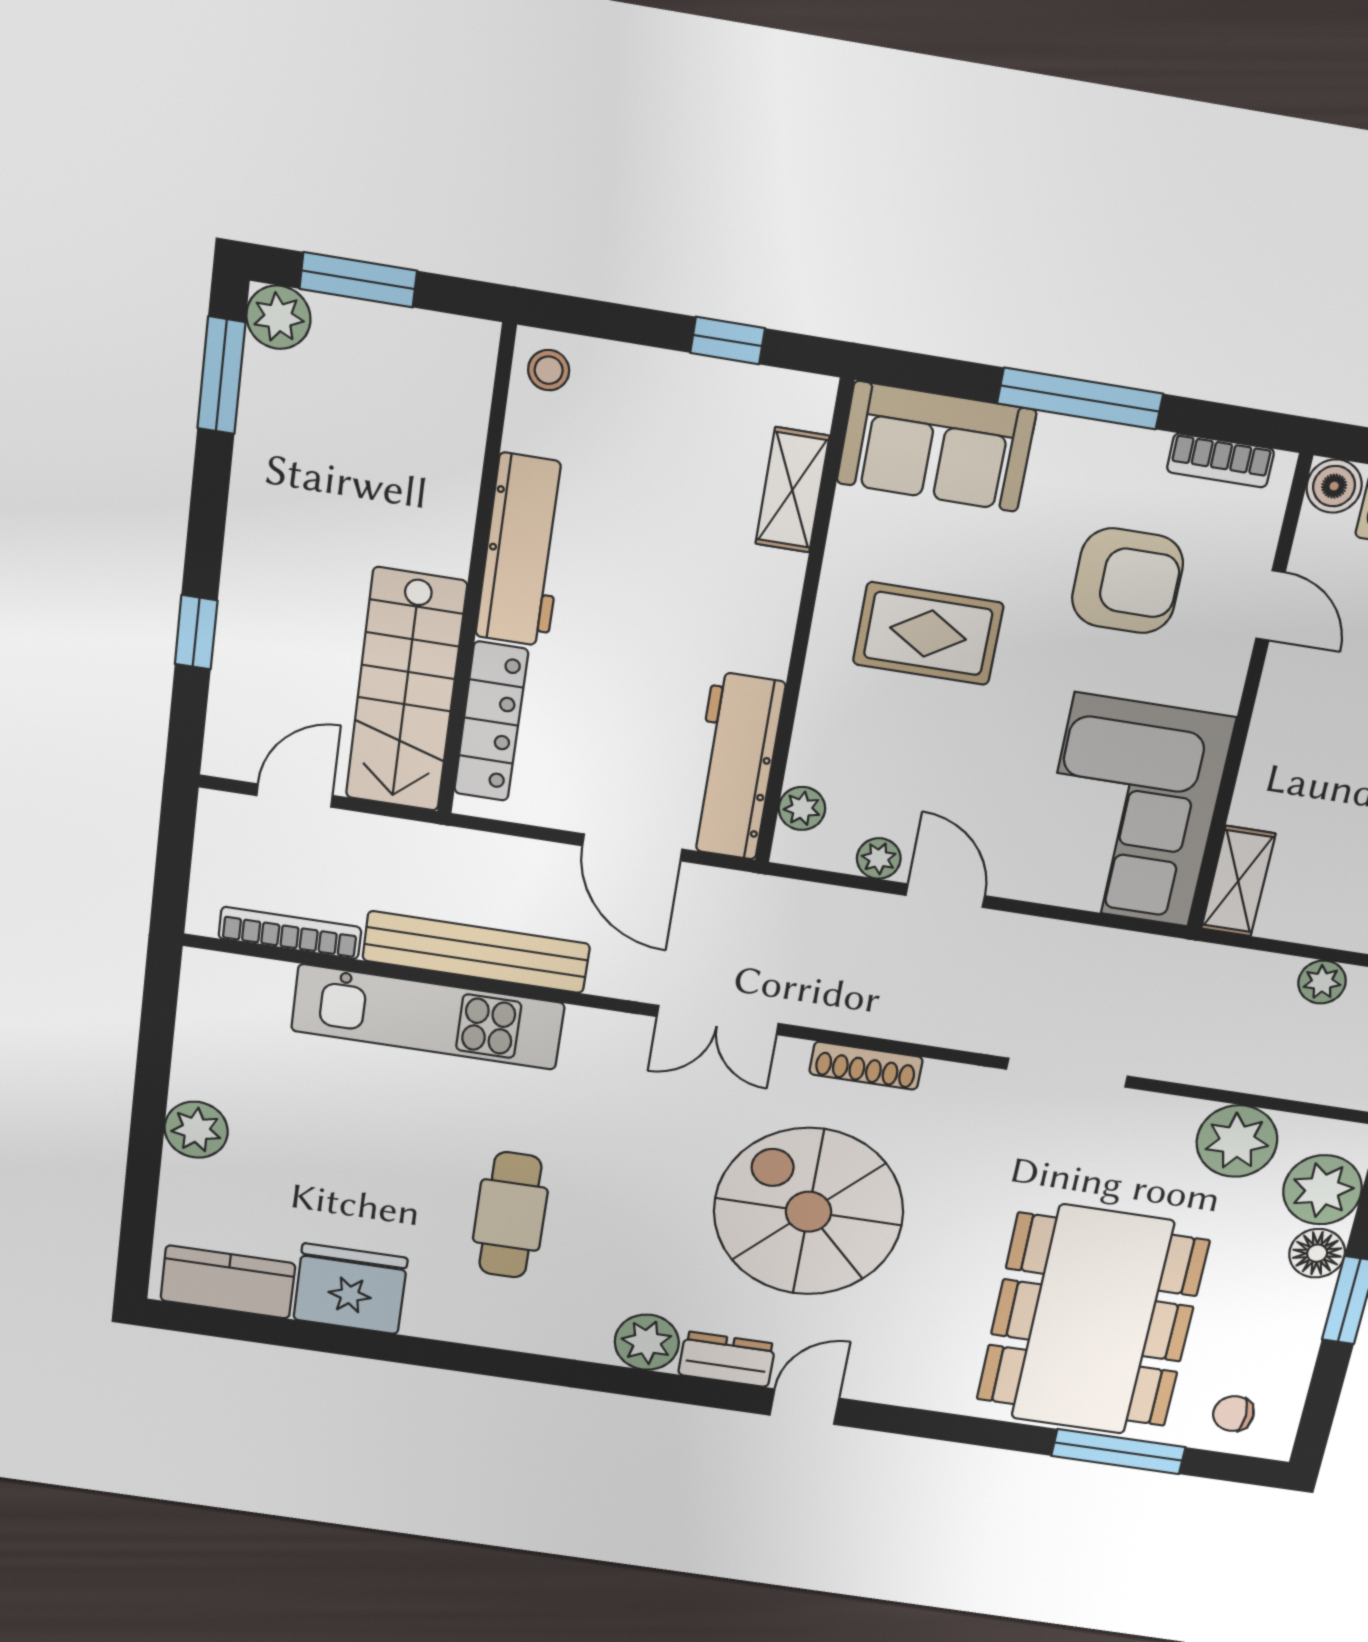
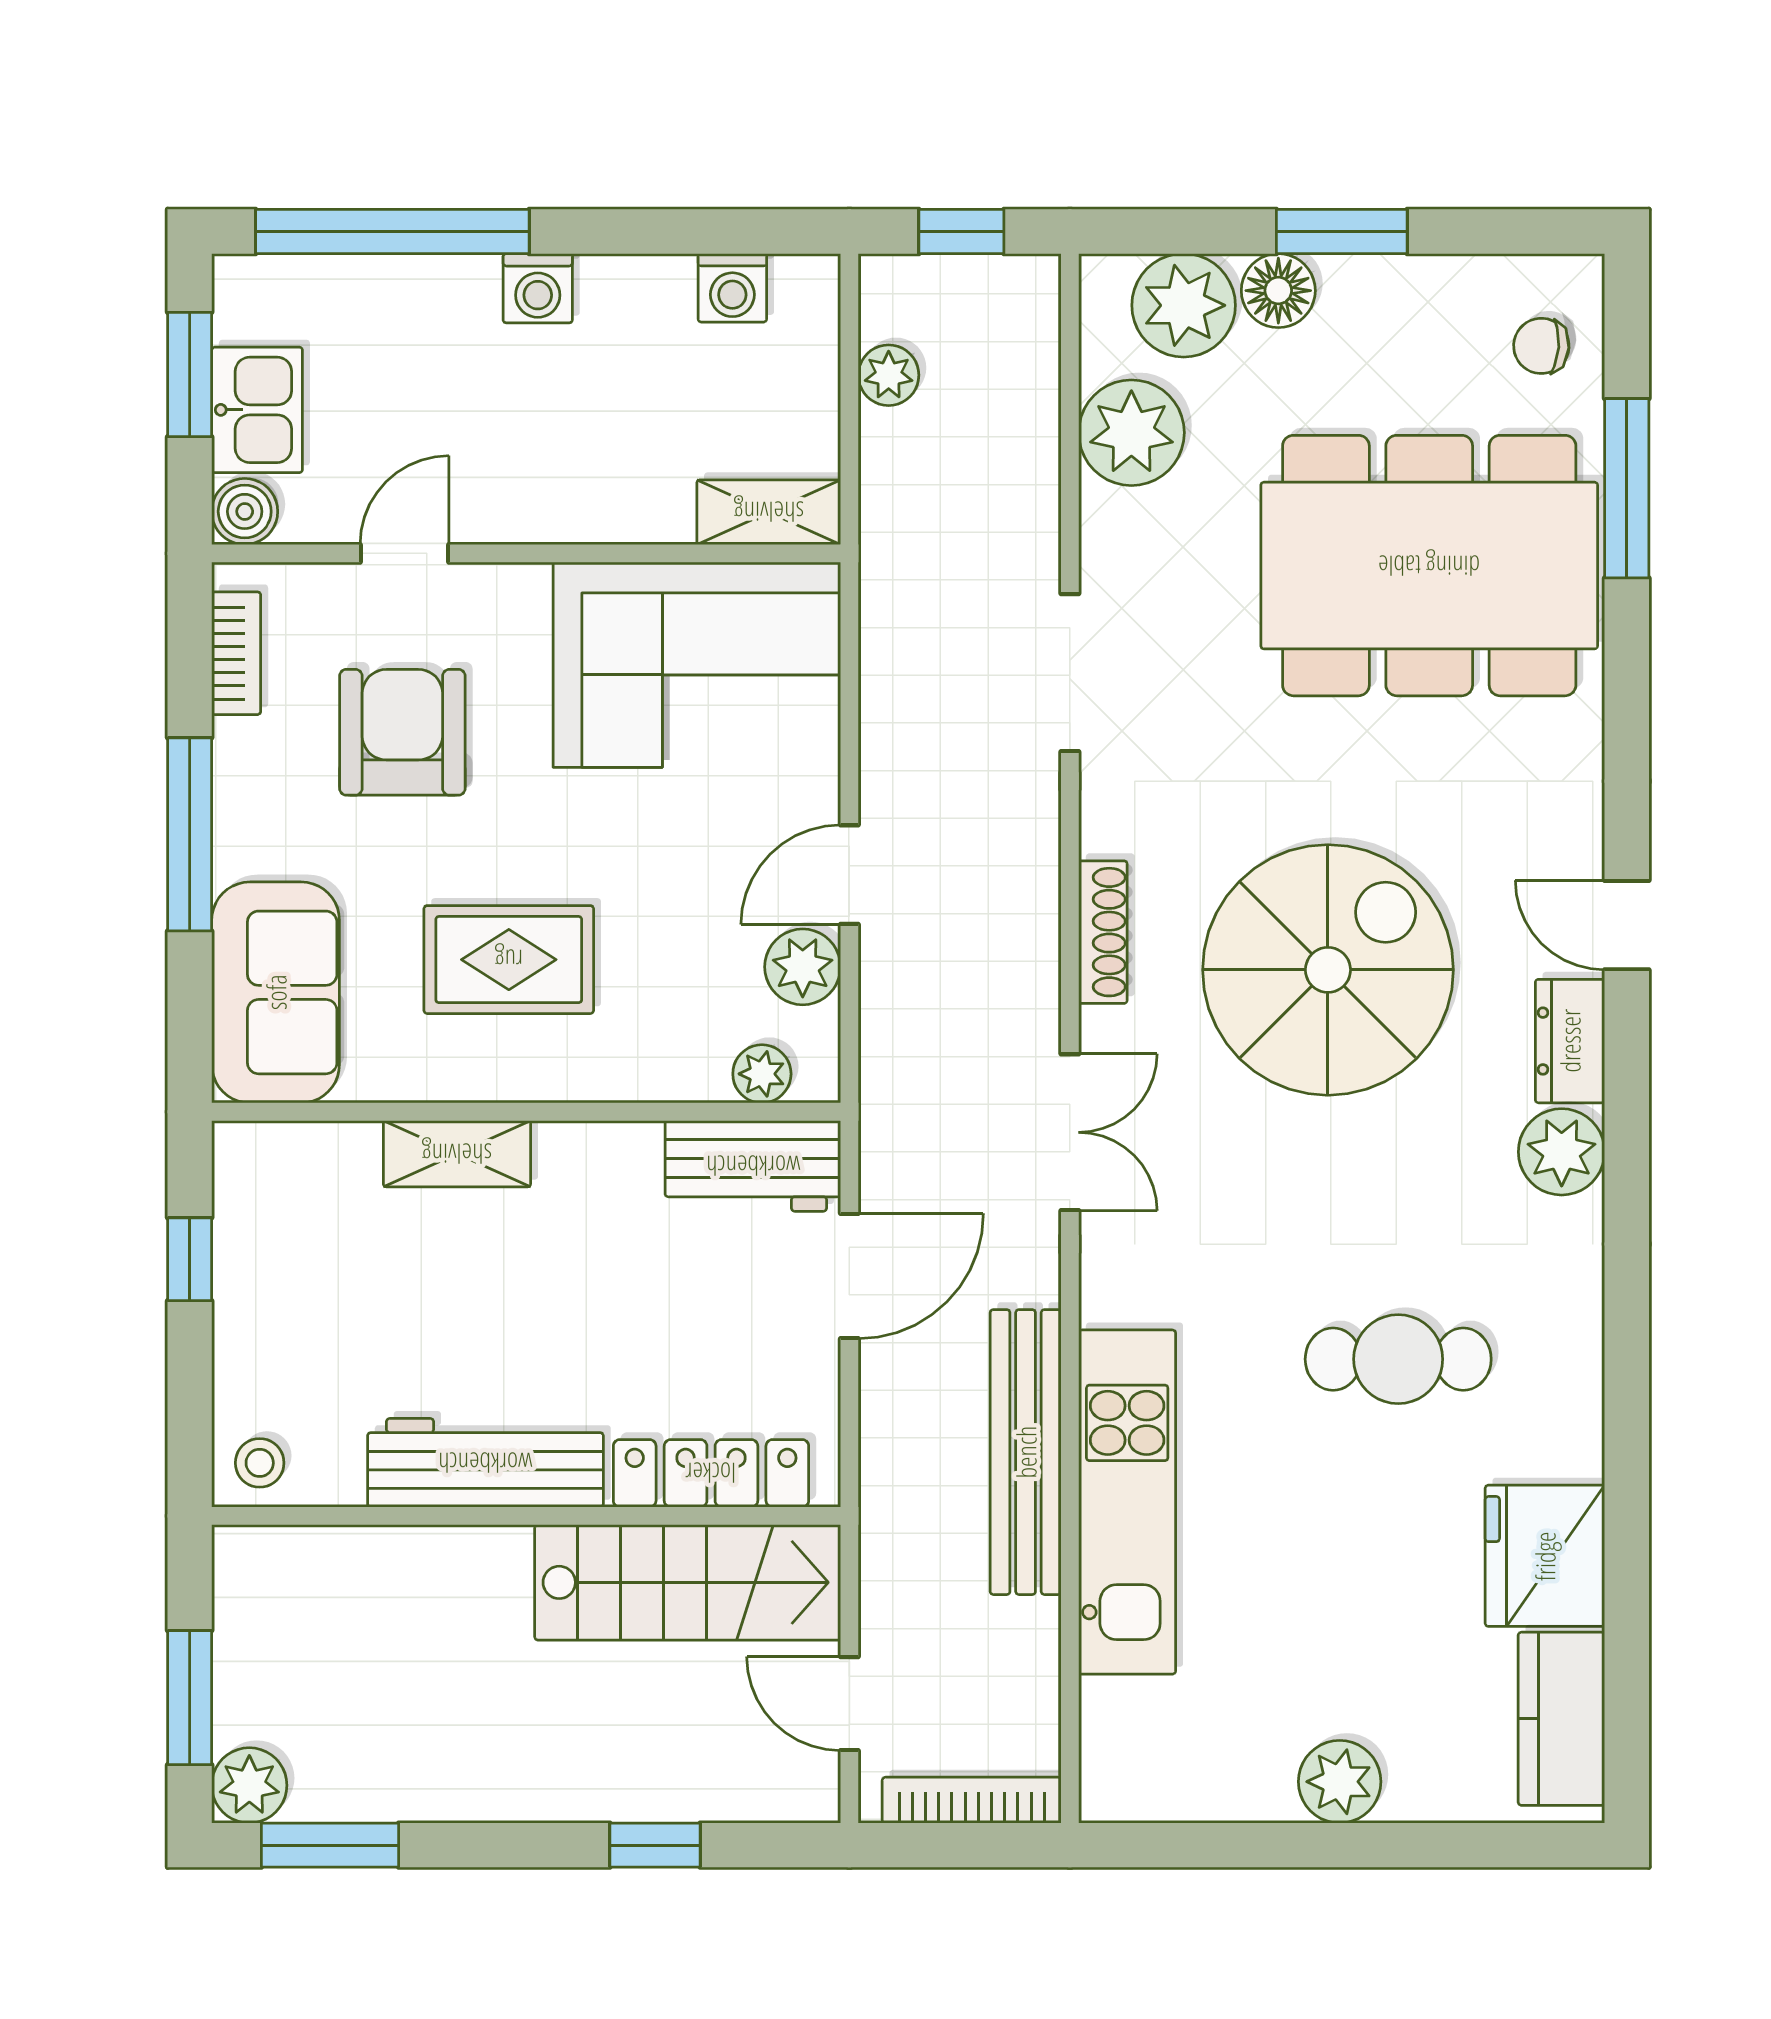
shelving: (792, 490) -> (457, 1154), moved
rug: (928, 634) -> (509, 960), turned 90
workbench: (735, 766) -> (753, 1166), width x0.73
plant: (879, 858) -> (803, 967), width x1.38, depth x1.38
bookcase: (290, 933) -> (972, 1800), moved, turned 90
spiral stairs: (808, 1212) -> (1328, 970), turned 180
chair: (1233, 1414) -> (1541, 346), turned 94

